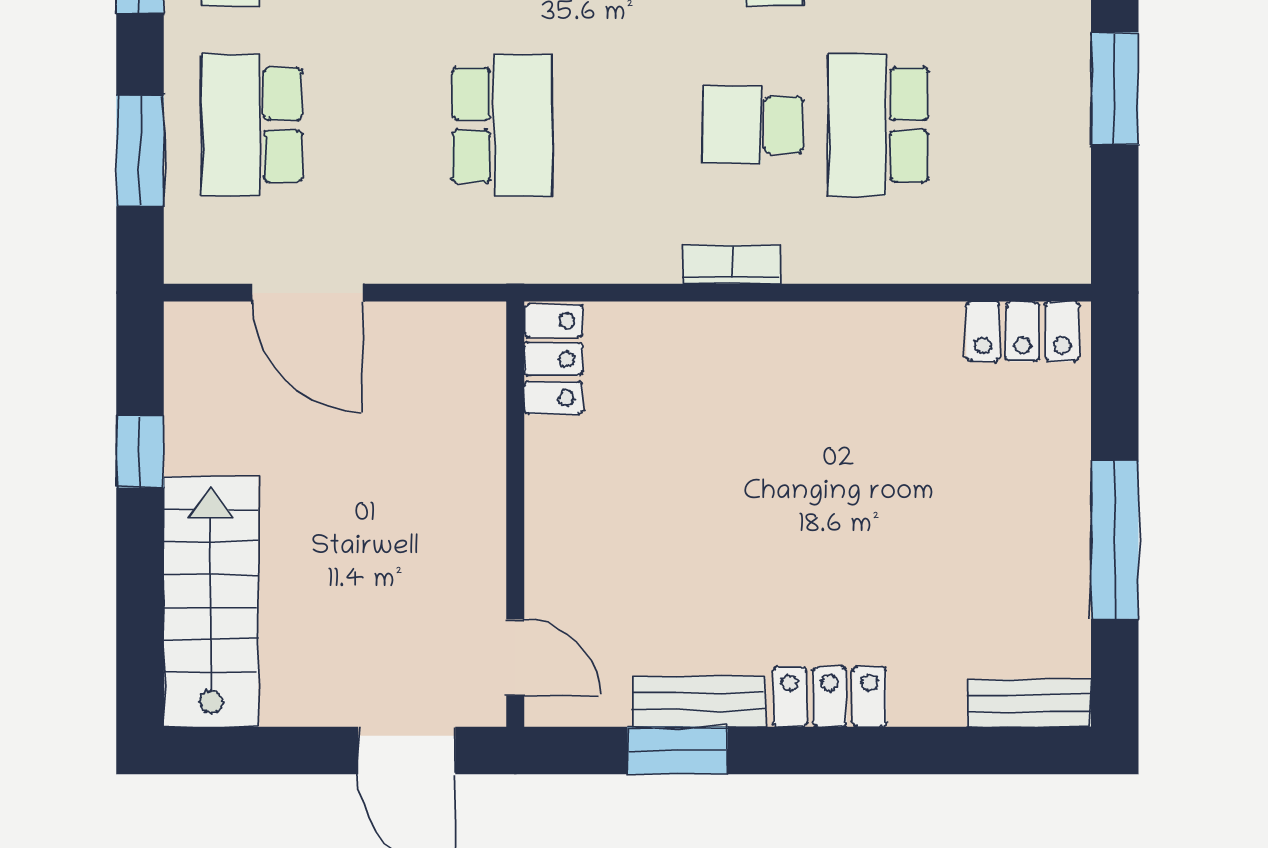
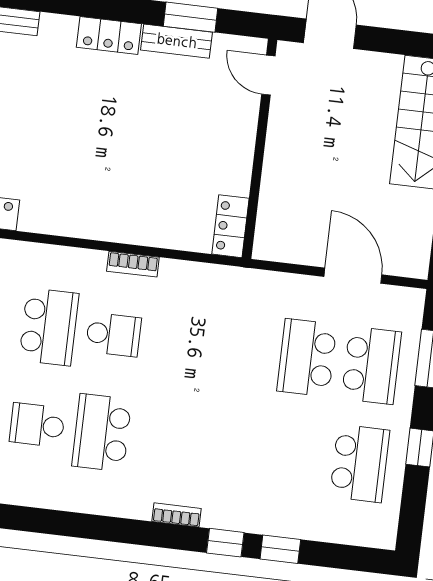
school desk: (502, 125) -> (307, 358), moved

